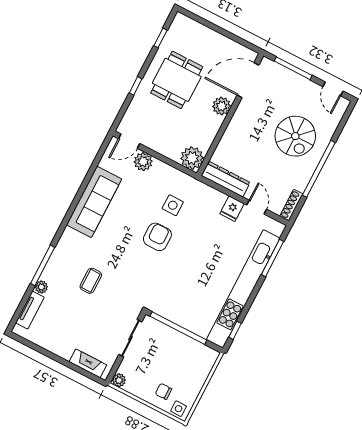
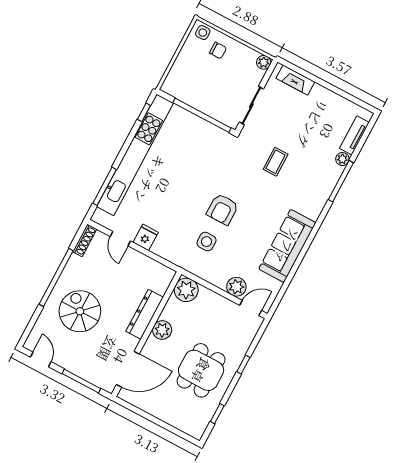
plant: (222, 106) -> (162, 330), moved
dresser: (226, 179) -> (145, 314), moved, turned 90
coffee table: (91, 281) -> (276, 162), moved

